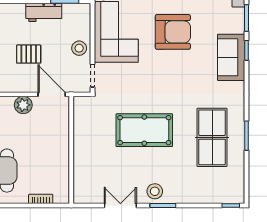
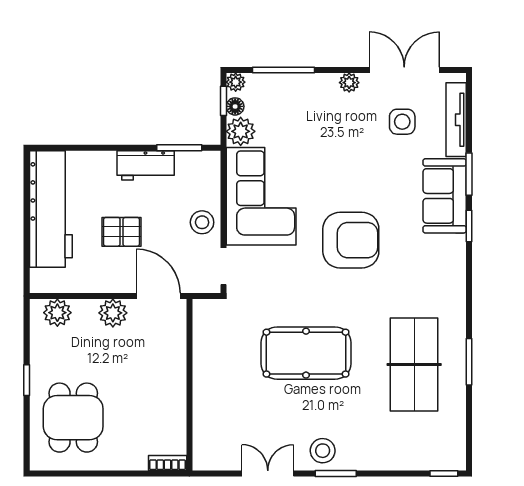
armchair: (173, 32) -> (351, 240), moved
sofa: (231, 57) -> (445, 196), moved
bookcase: (41, 199) -> (168, 463), moved

